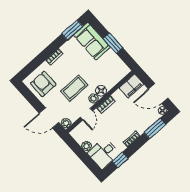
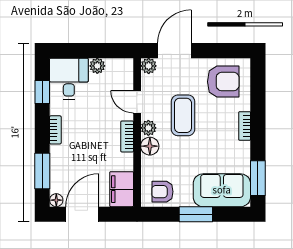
armchair: (116, 67) -> (162, 192), added

